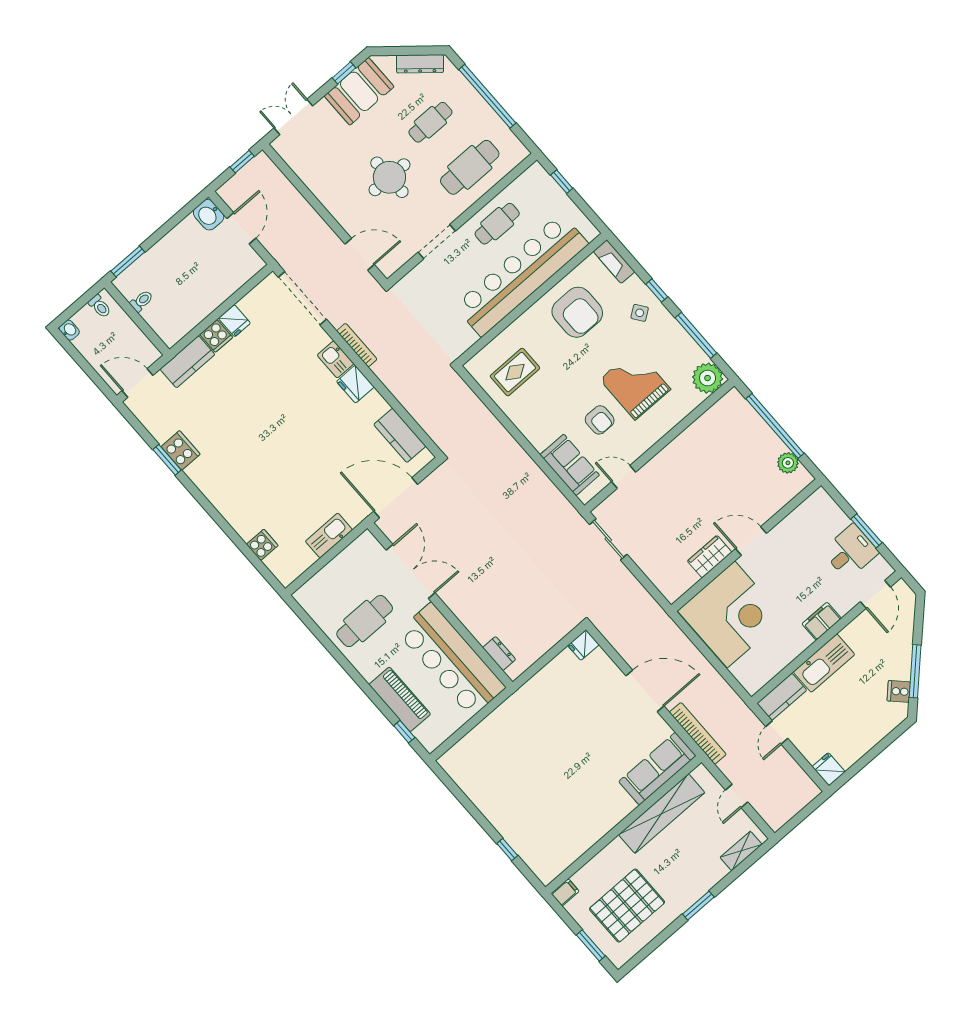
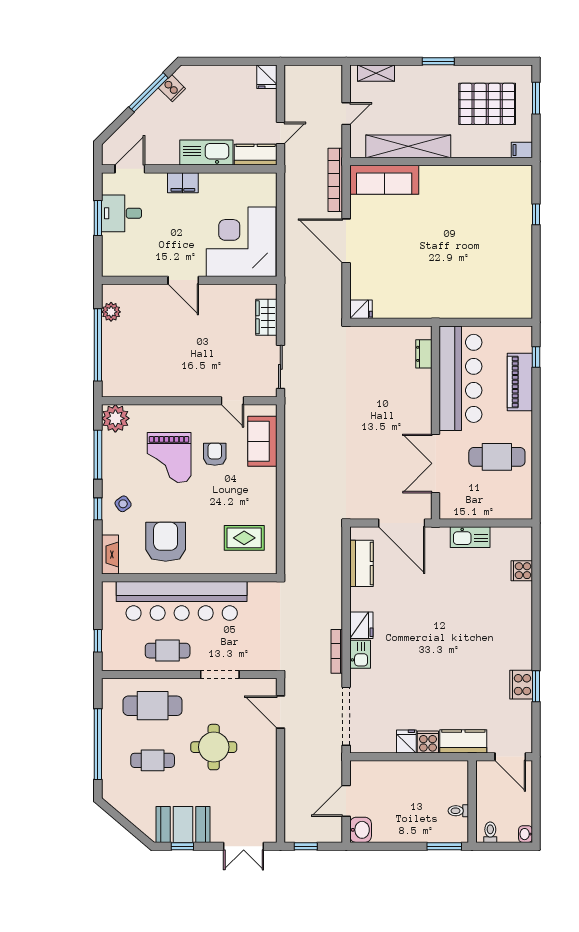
dresser: (420, 64) -> (125, 807), removed
wardrobe: (709, 557) -> (266, 317), moved, turned 90

